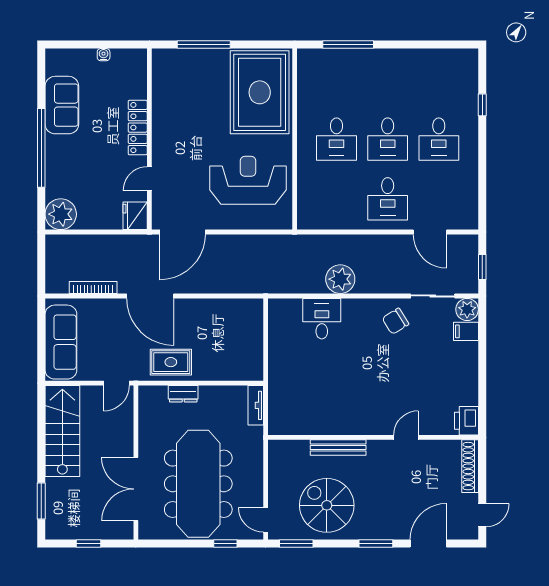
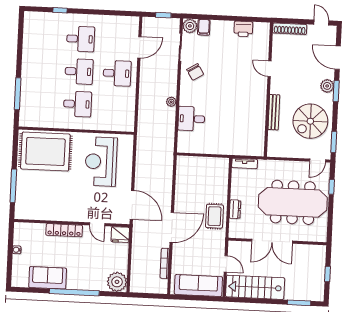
plant: (340, 279) -> (171, 102), width x0.53, depth x0.53
door: (116, 383) -> (226, 264), moved
printer: (466, 421) -> (243, 29), moved
double door: (136, 489) -> (272, 241), moved
plant: (383, 529) -> (327, 86), added

